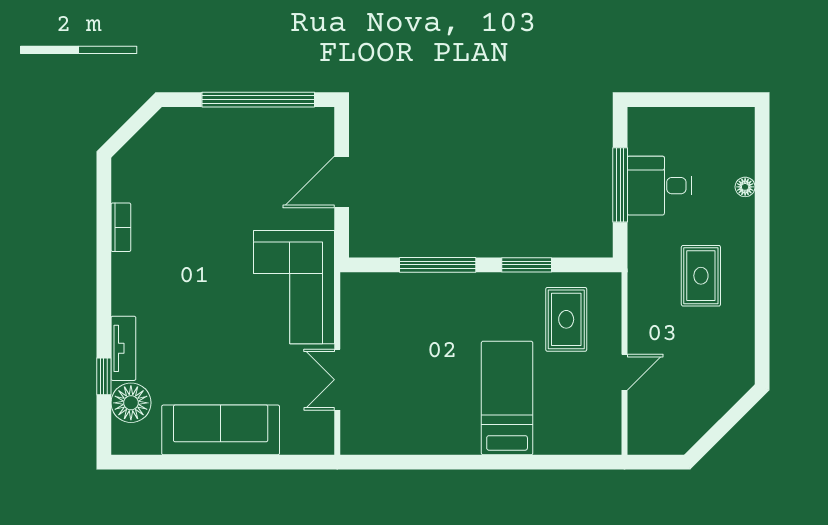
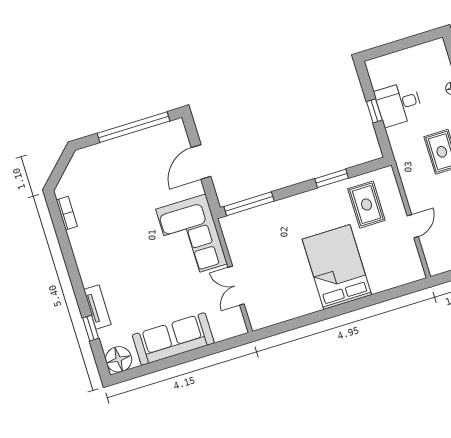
window: (620, 185) -> (374, 111), width x0.46
bookcase: (121, 227) -> (67, 213), moved
window: (438, 265) -> (249, 204), moved
bed: (507, 398) -> (337, 267), width x1.50
floor lamp: (131, 403) -> (119, 359), moved

